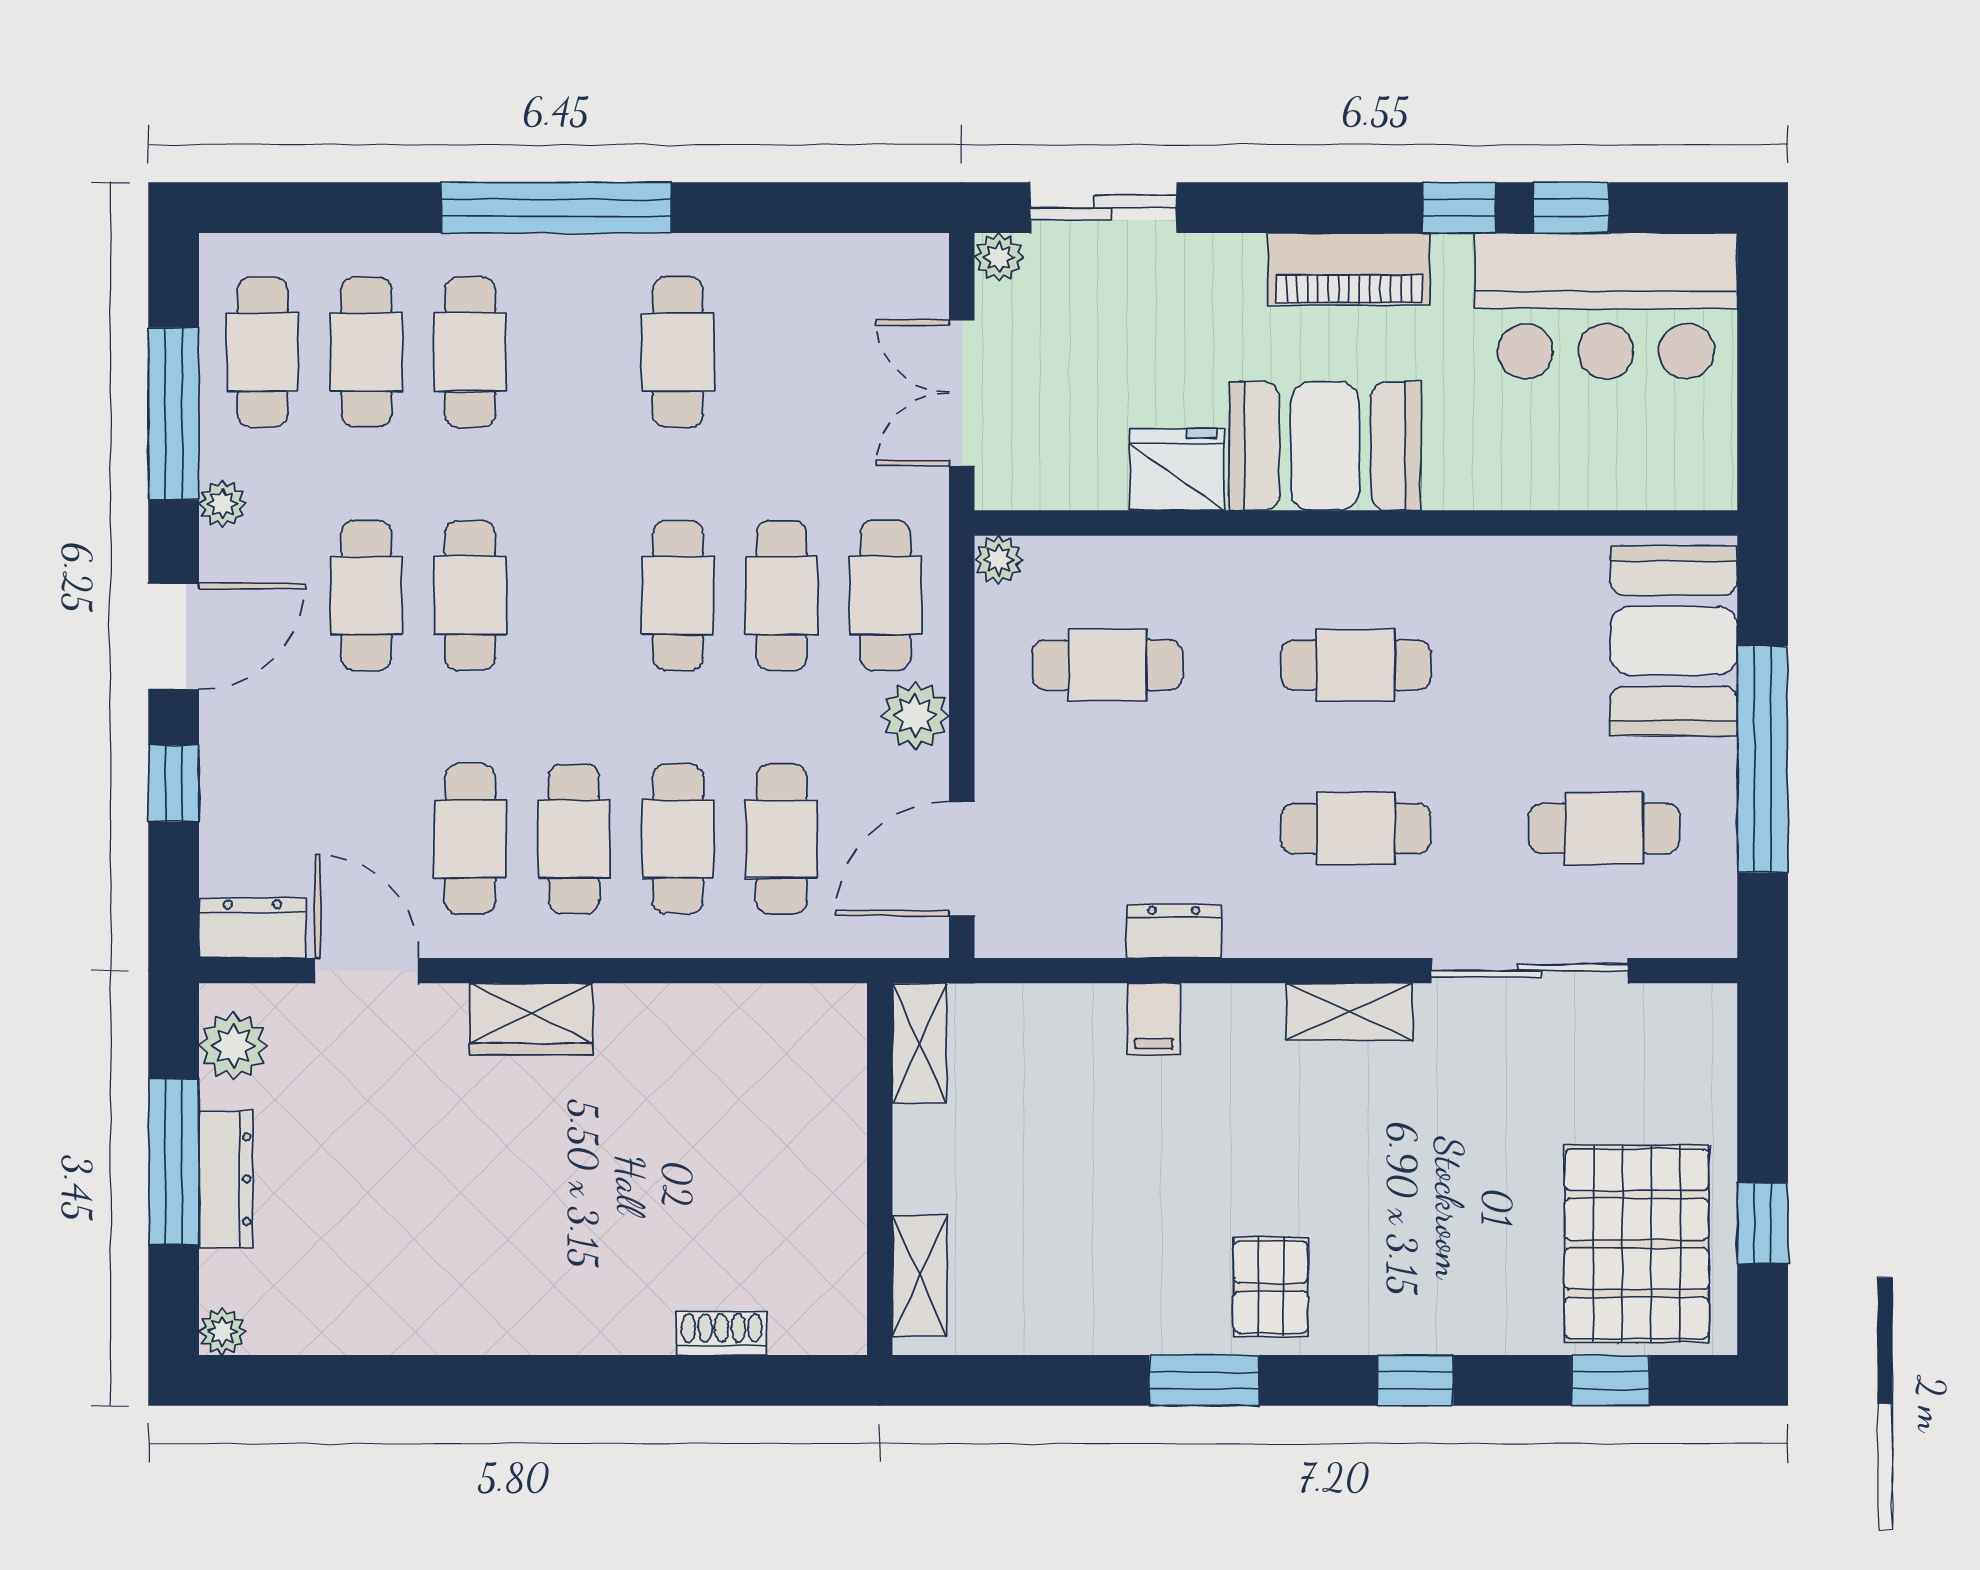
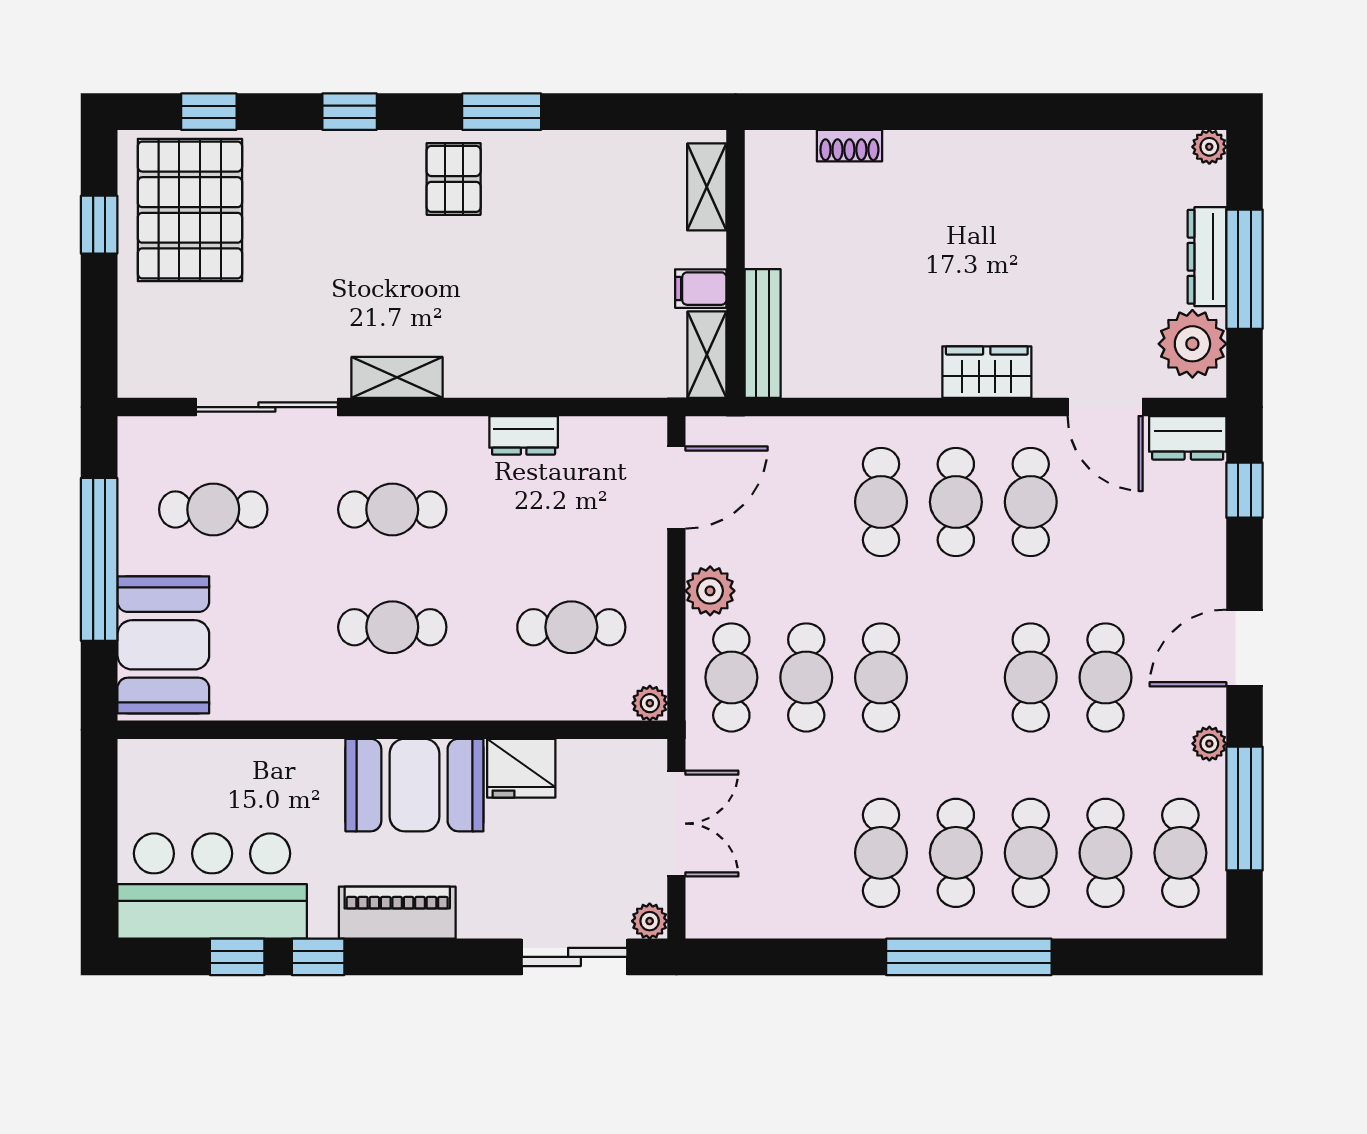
window: (174, 783) -> (1244, 490), moved
cafe table: (782, 839) -> (956, 853), moved
filing cabinet: (1154, 1019) -> (701, 289), moved, turned -90
plant: (233, 1046) -> (1192, 344), width x1.36, depth x1.36
bench: (842, 1073) -> (763, 333), added

